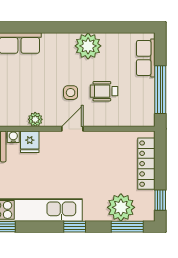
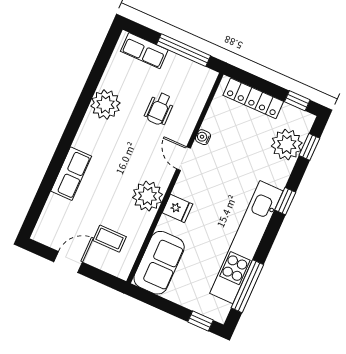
side table: (71, 93) -> (145, 144), removed
plant: (35, 119) -> (148, 196), width x1.87, depth x1.87
water cooler: (13, 137) -> (203, 137), moved
window: (127, 227) -> (309, 147), width x0.67

